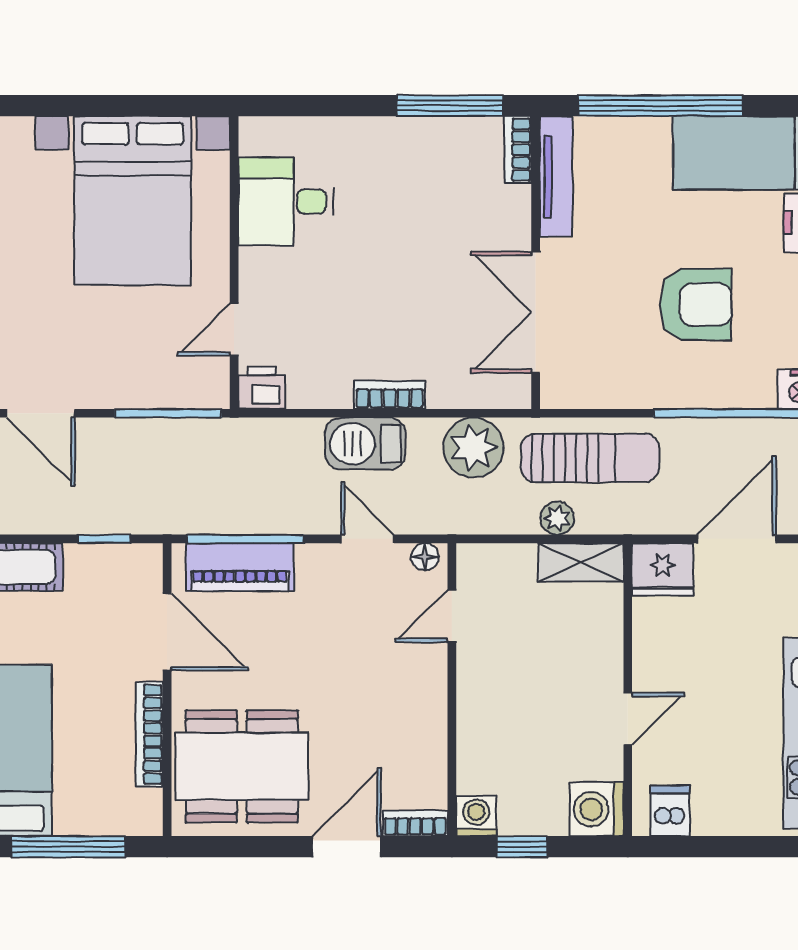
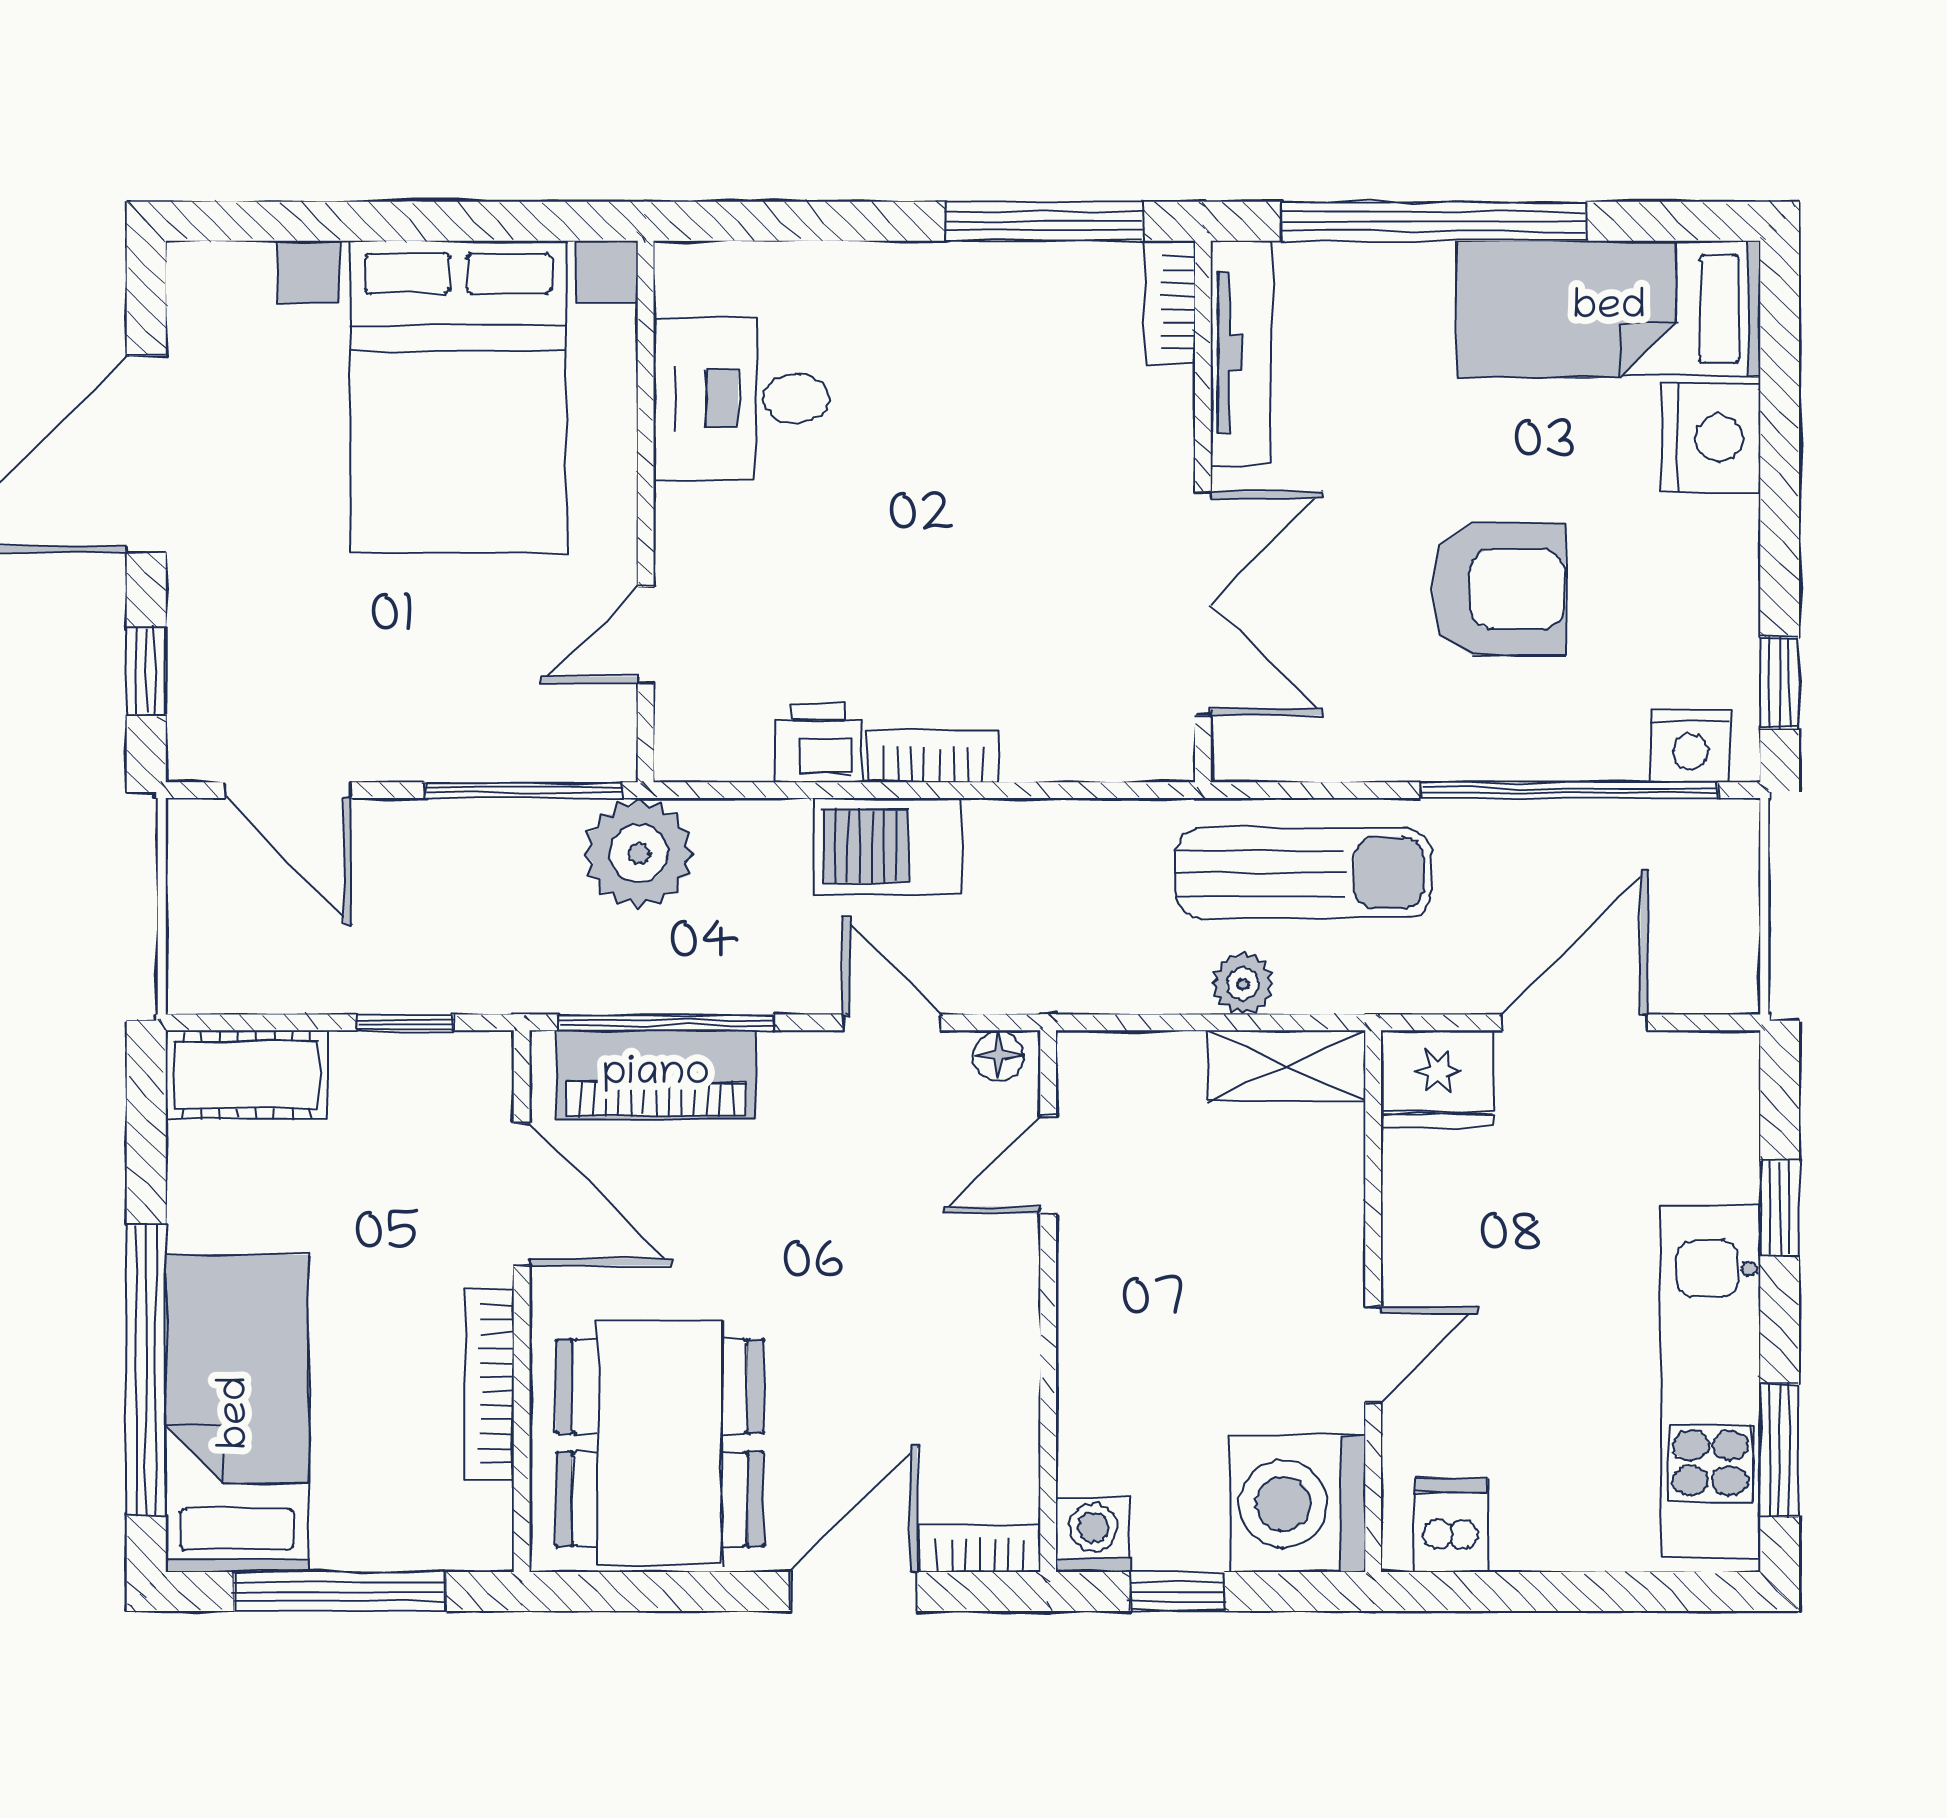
double door: (536, 312) -> (1203, 603), swing flipped
printer: (262, 388) -> (818, 743), moved
plant: (473, 448) -> (639, 853), moved
dining table: (242, 766) -> (660, 1443), turned 90
washing machine: (597, 809) -> (1297, 1504), width x1.37, depth x1.37

